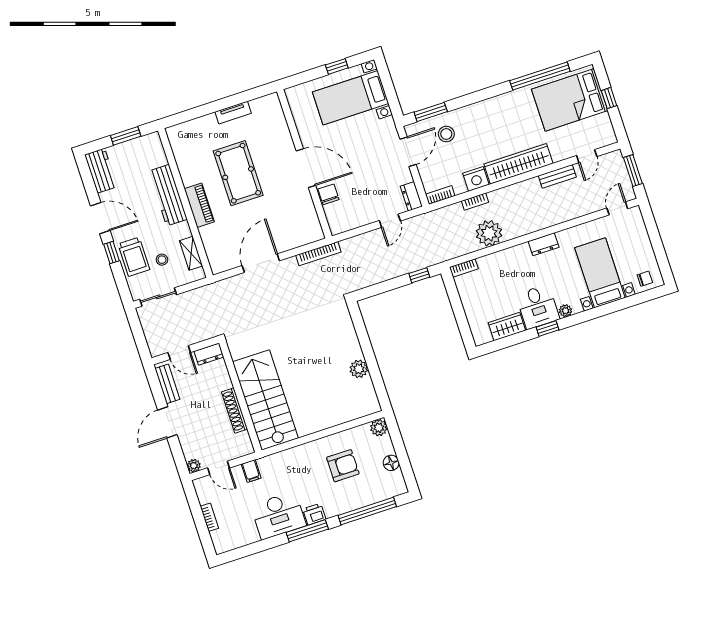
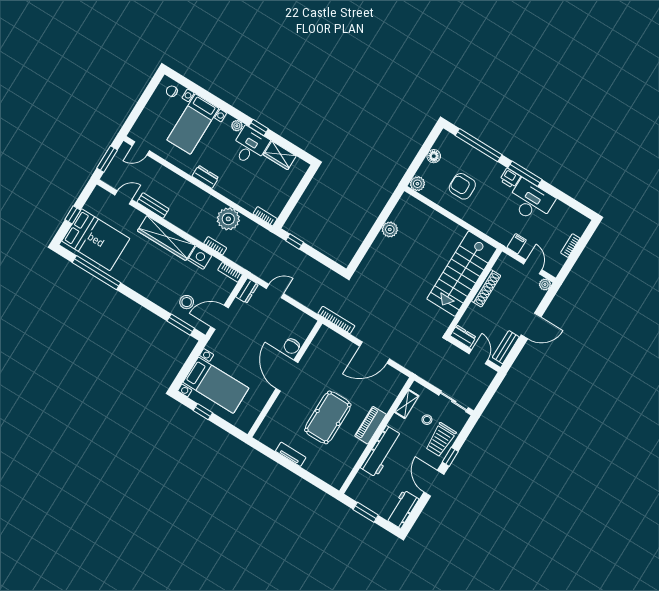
trolley: (134, 257) -> (441, 440), turned 180

